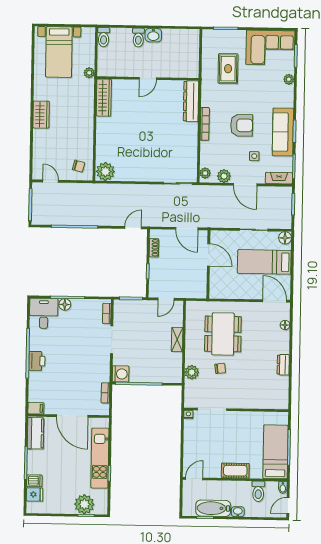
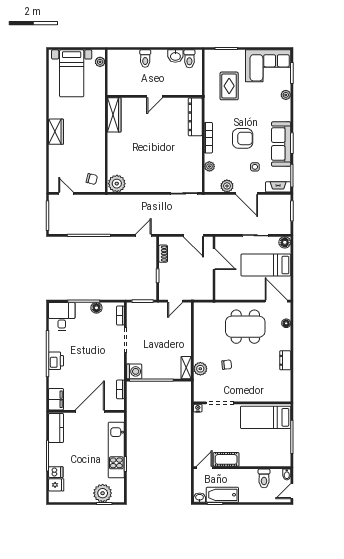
washbasin: (153, 35) -> (175, 56), moved
toilet: (104, 37) -> (189, 59), moved
plant: (89, 73) -> (100, 62), moved
plant: (205, 173) -> (209, 166), moved
floor lamp: (65, 304) -> (96, 308), moved
dining table: (223, 334) -> (245, 327), moved, turned 90
shelving: (177, 340) -> (186, 368), moved
filing cabinet: (36, 408) -> (56, 399), width x2.00
door: (72, 416) -> (90, 411), swing flipped
bed: (275, 452) -> (266, 417), moved, turned -90
cot: (235, 471) -> (226, 459), moved
washbasin: (238, 512) -> (200, 498), moved

